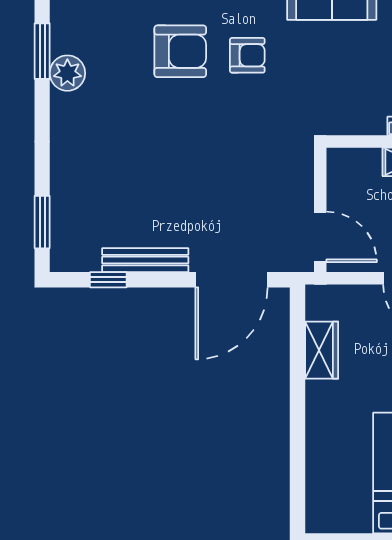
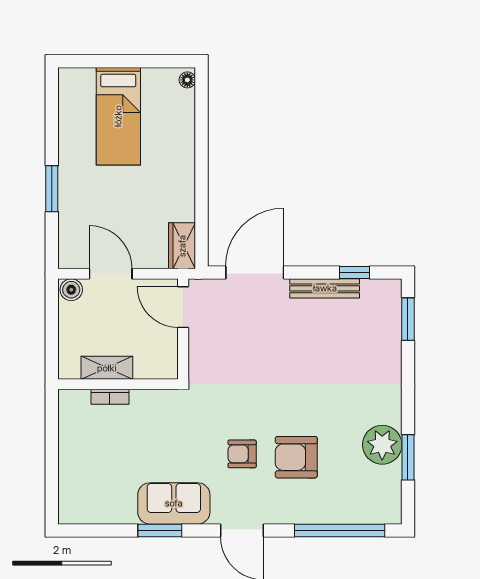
plant: (67, 73) -> (382, 445), width x1.36, depth x1.36
wardrobe: (322, 350) -> (182, 246), moved
floor lamp: (315, 518) -> (187, 80), added

